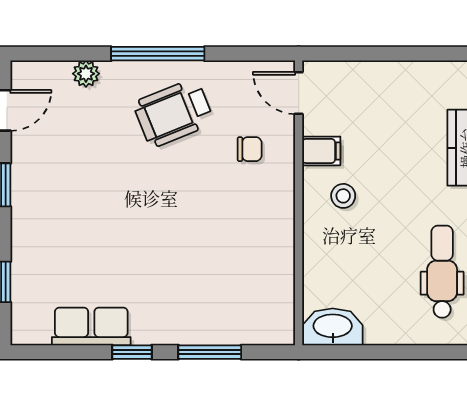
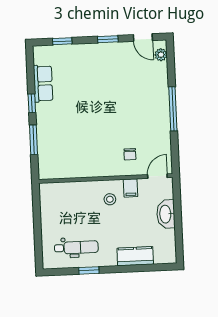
plant: (86, 74) -> (161, 55), moved
wheelchair: (174, 113) -> (145, 118), removed
washbasin: (333, 327) -> (166, 214), moved, turned 180

